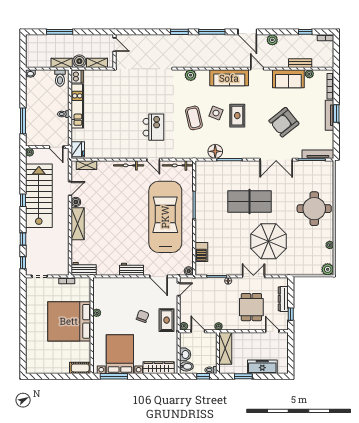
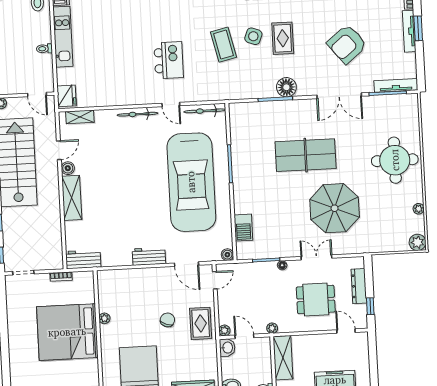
floor lamp: (215, 151) -> (286, 87), moved
car: (165, 217) -> (191, 182), turned 180
dining table: (251, 307) -> (316, 299), turned 90
washbasin: (185, 354) -> (227, 348), moved

